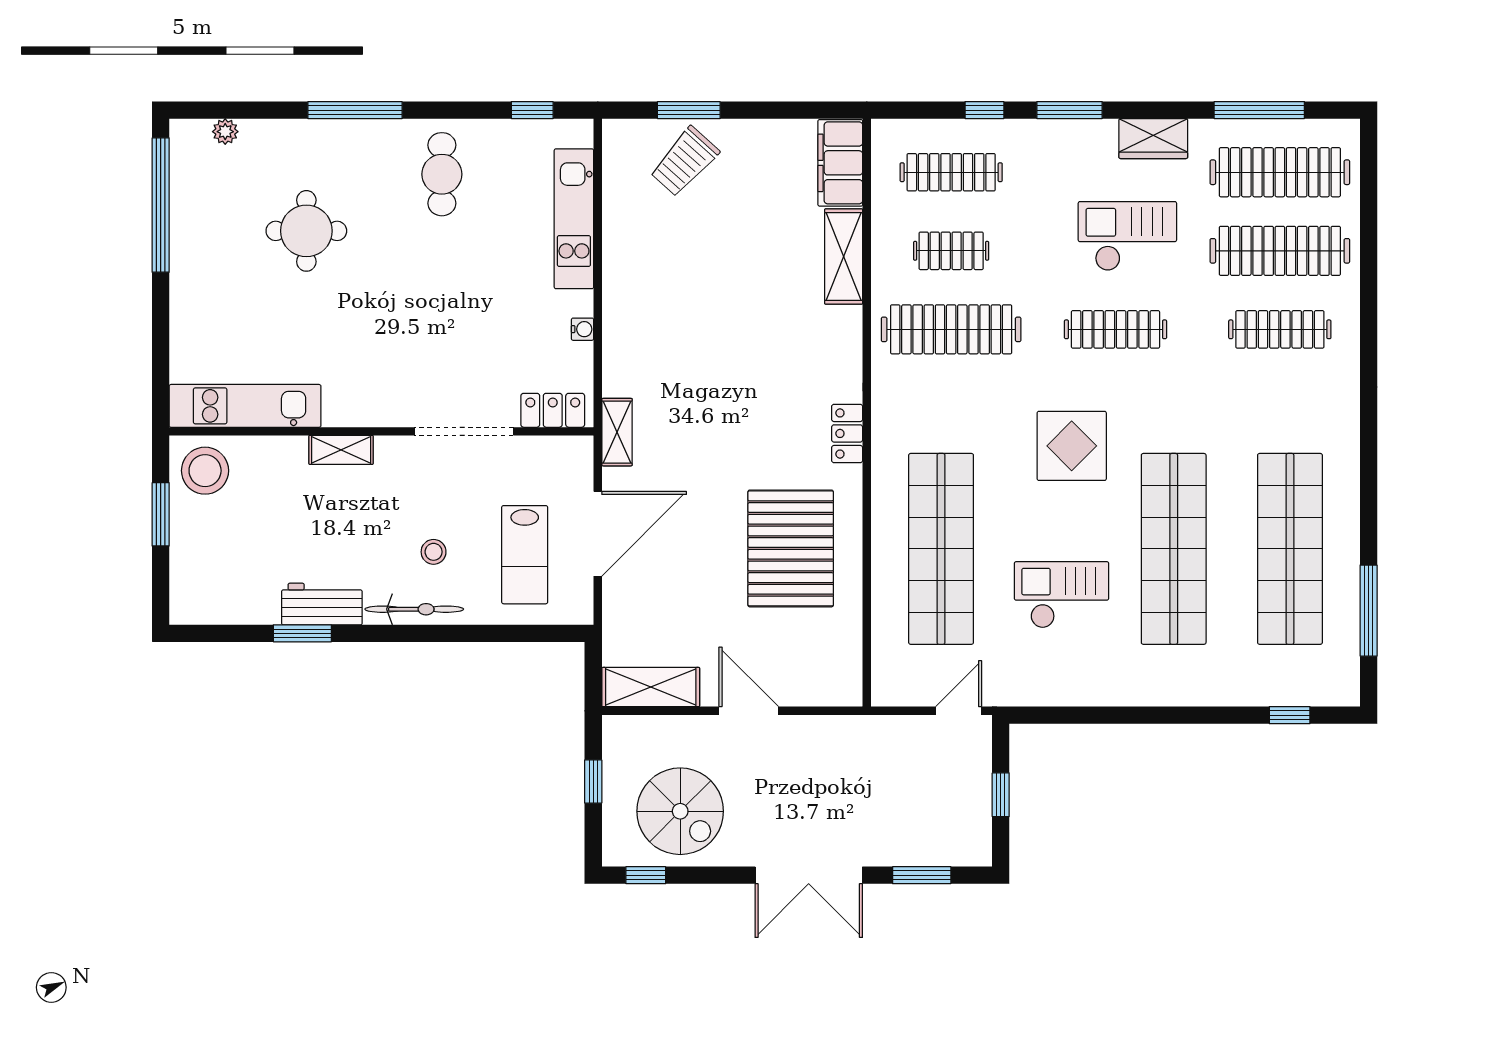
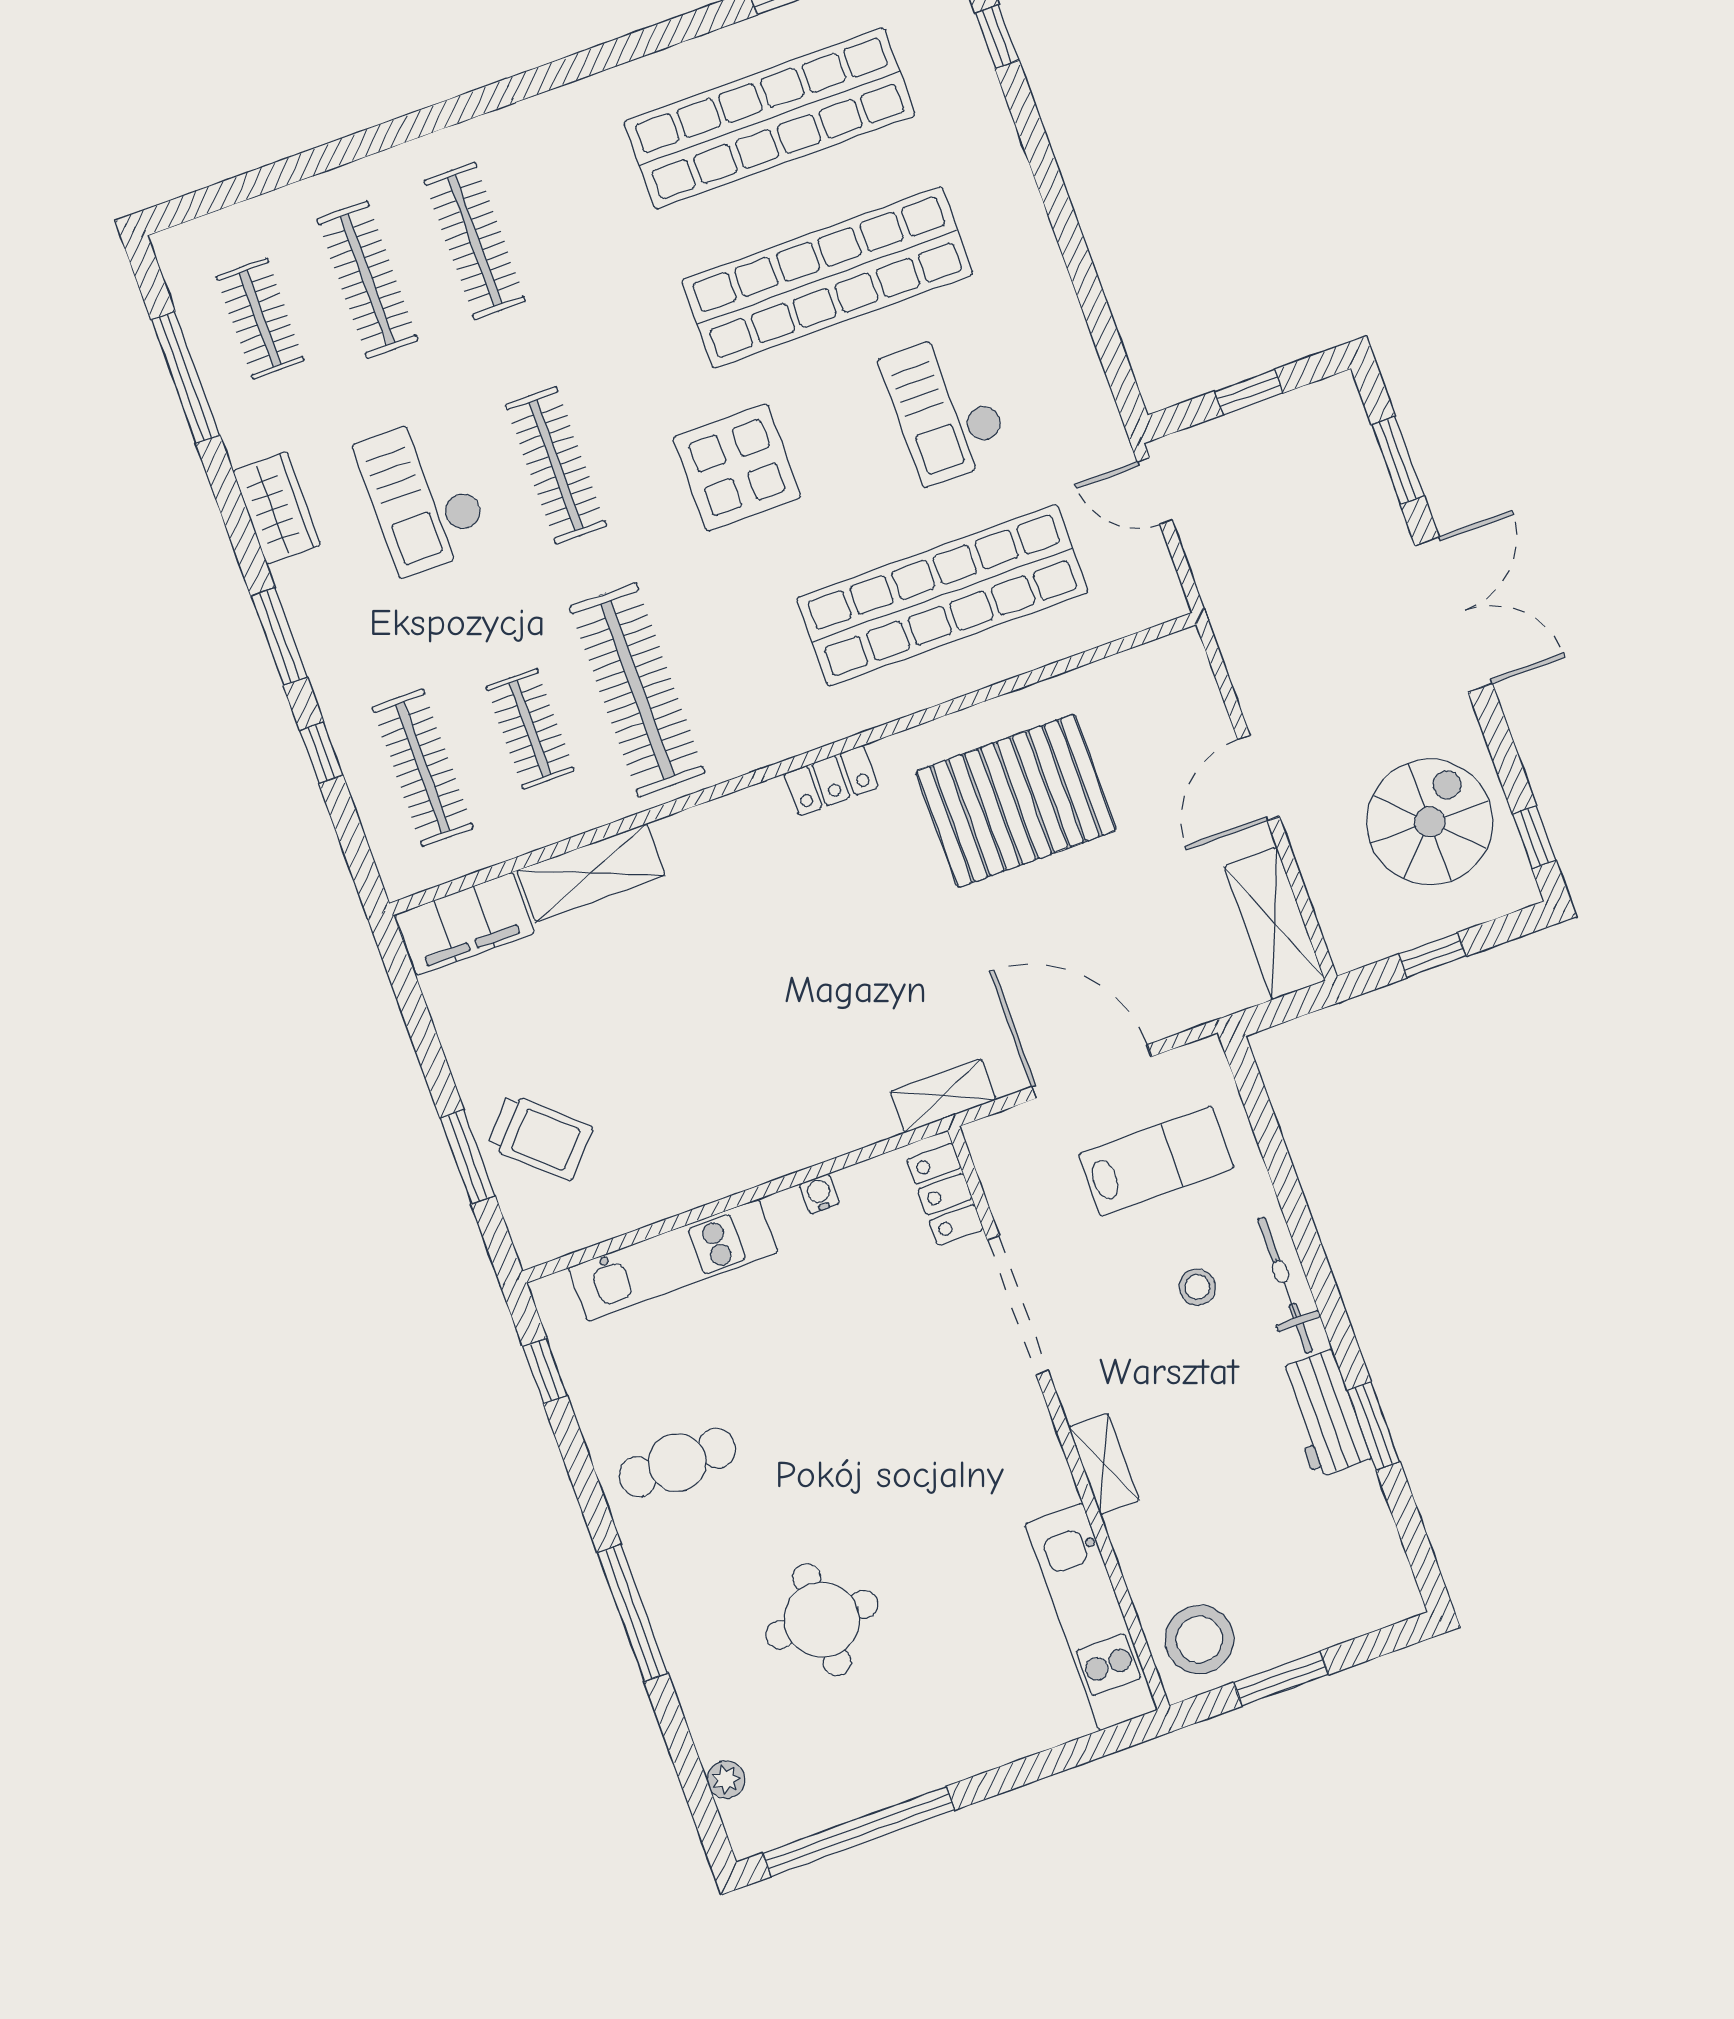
clothes rail: (1280, 172) -> (260, 318), width x0.54, depth x0.76
clothes rail: (1280, 251) -> (367, 280), width x0.73, depth x0.76

